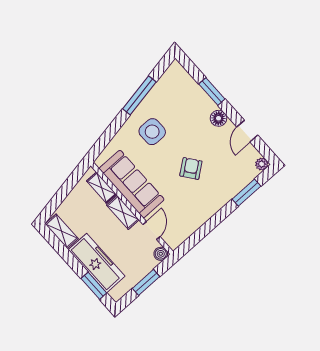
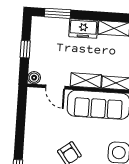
freezer: (97, 263) -> (83, 29), width x0.52, depth x0.79
window: (146, 282) -> (25, 49), width x0.67

